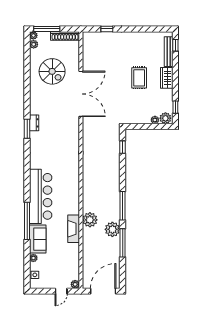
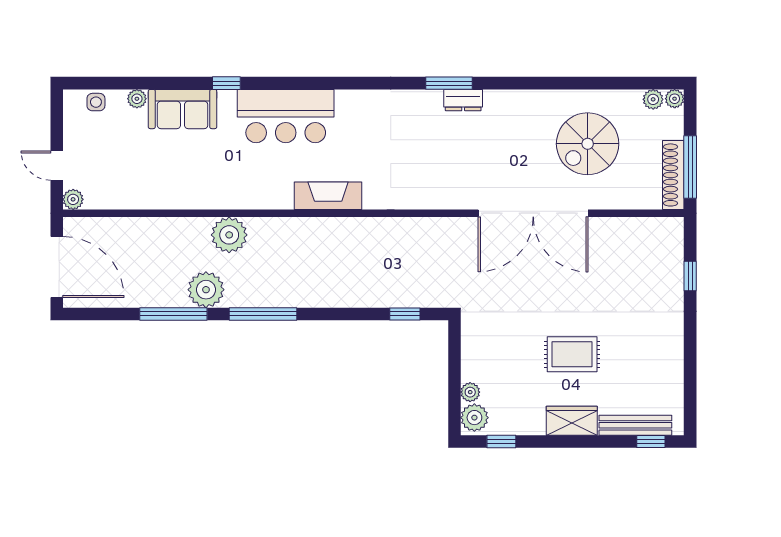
window: (47, 29) -> (690, 167), moved
bar counter: (41, 196) -> (286, 116), width x0.73
window: (27, 221) -> (226, 83), width x0.32
fireplace: (74, 229) -> (328, 196), moved

